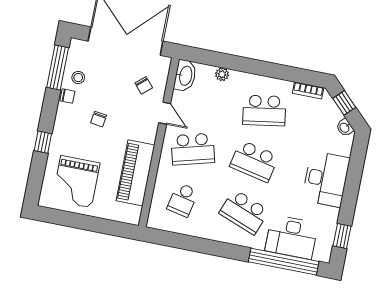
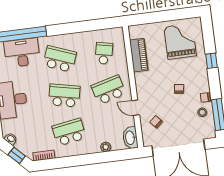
piano: (135, 173) -> (139, 55), width x0.73, depth x0.75

